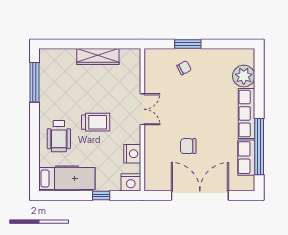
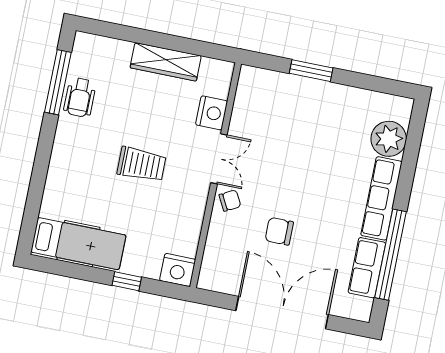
chair: (184, 68) -> (230, 201), moved
wheelchair: (59, 136) -> (80, 97), moved, width x0.73, depth x0.73
nightstand: (132, 154) -> (212, 113), moved

